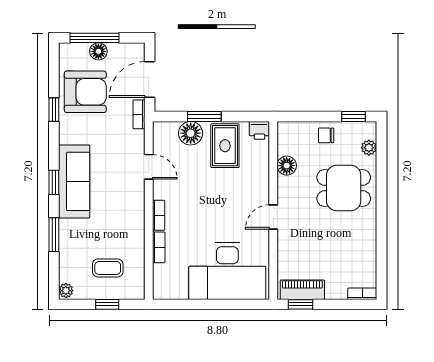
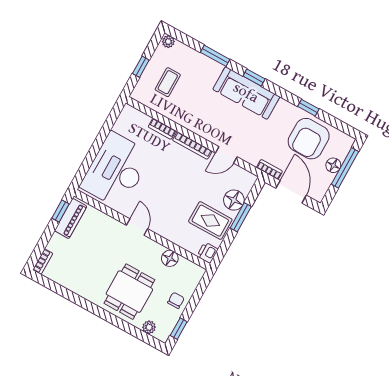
bookcase: (159, 215) -> (192, 146), width x1.56

